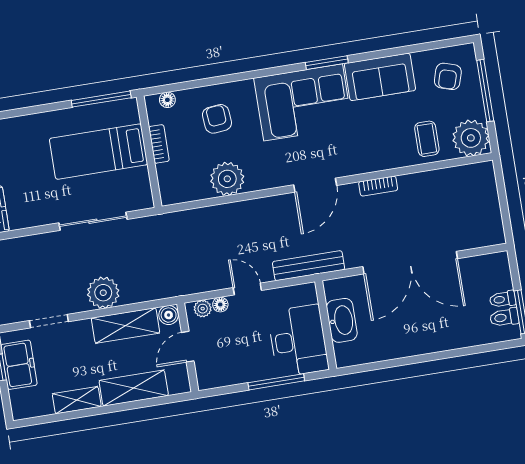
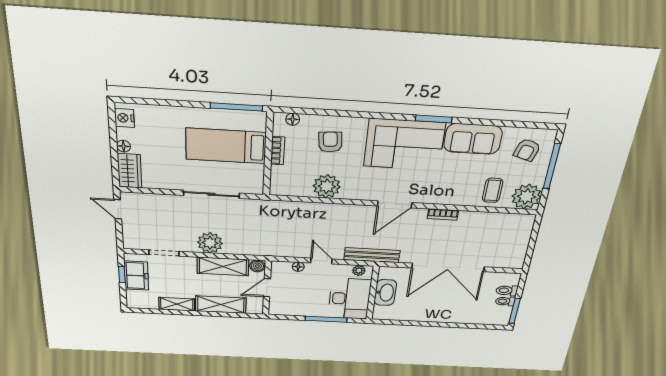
plant: (203, 309) -> (359, 271), moved
toilet: (504, 317) -> (507, 290), moved

